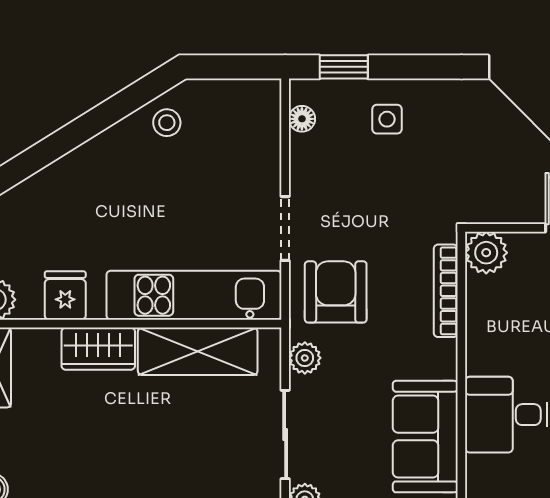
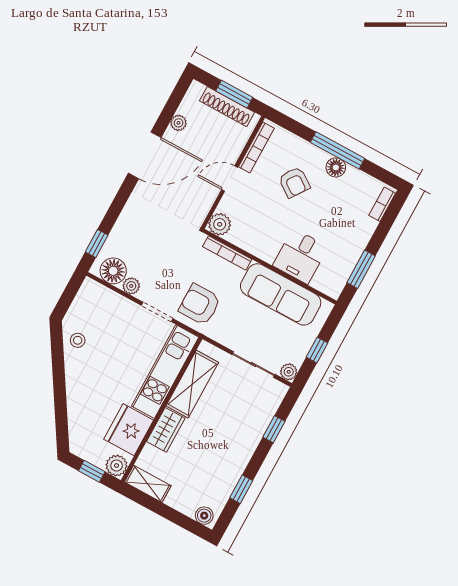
floor lamp: (302, 119) -> (113, 271), width x1.89, depth x1.89
side table: (387, 119) -> (132, 237), removed
fridge: (65, 296) -> (129, 430), width x1.88, depth x1.34
plant: (305, 358) -> (131, 286), moved
sofa: (425, 437) -> (281, 294), width x1.36

